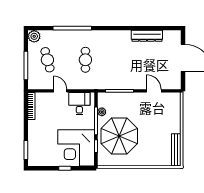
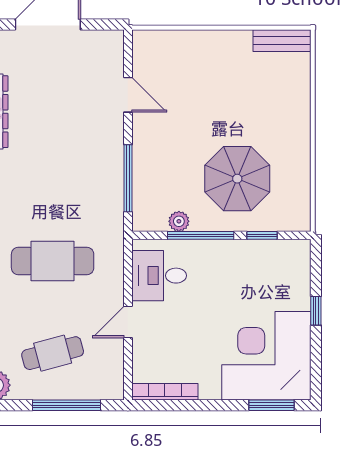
cafe table: (85, 60) -> (53, 261), width x1.37, depth x1.35
door: (154, 91) -> (128, 95), swing flipped
parasol: (119, 136) -> (237, 179), width x0.73, depth x0.73
corner desk: (76, 148) -> (266, 356), moved, turned 180
bench: (176, 150) -> (282, 41), width x0.73

